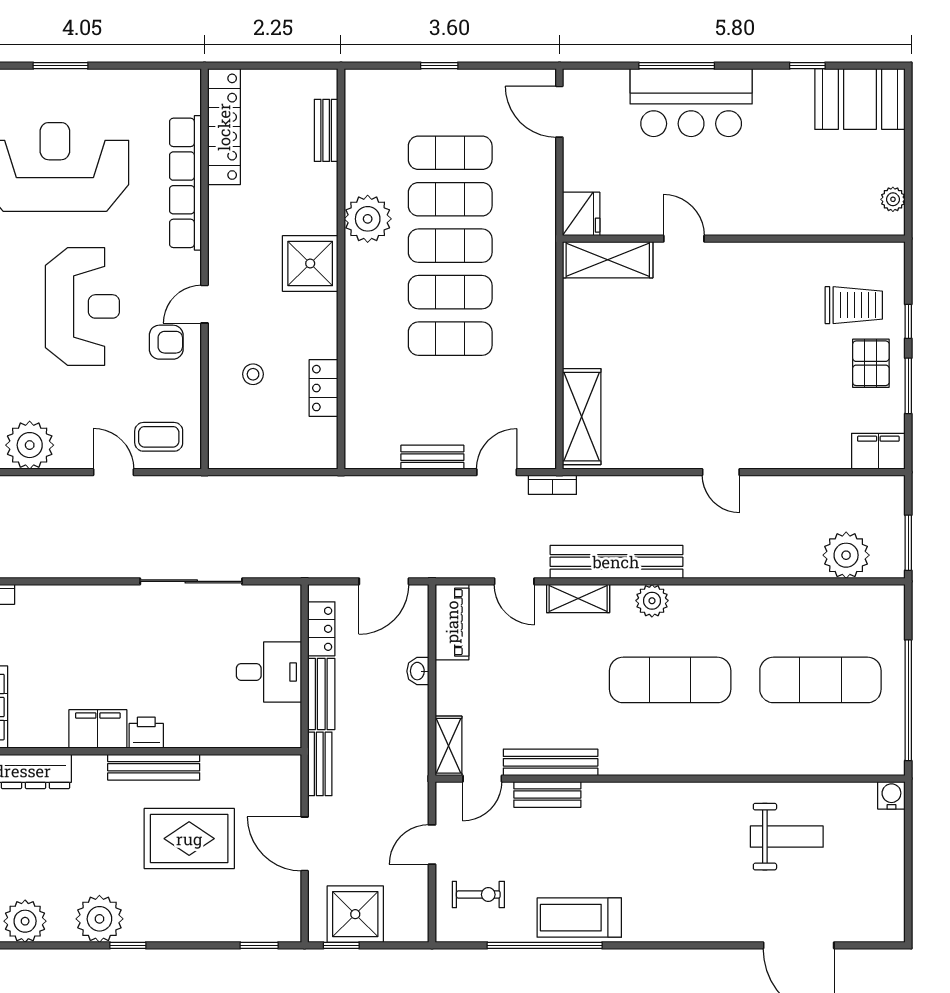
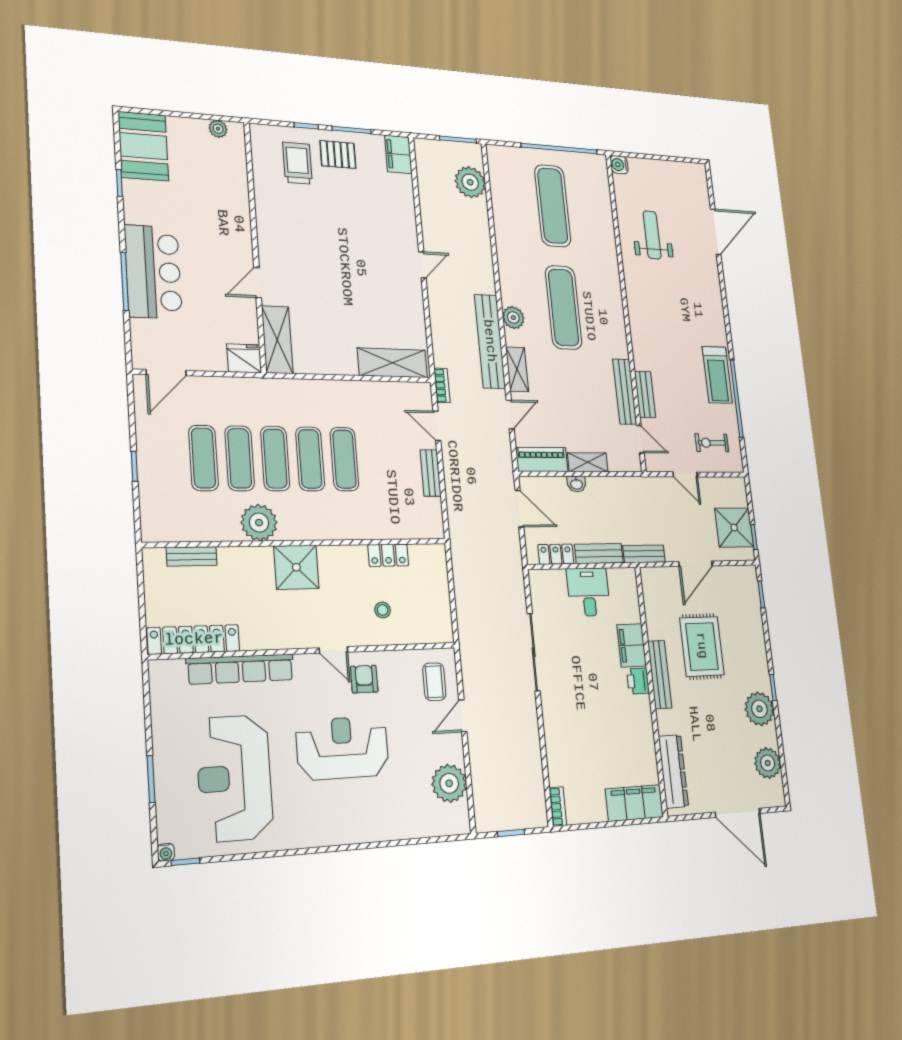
filing cabinet: (98, 729) -> (632, 645), moved
shelving: (448, 746) -> (588, 462), moved
exercise bike: (478, 895) -> (712, 443), turned -90

